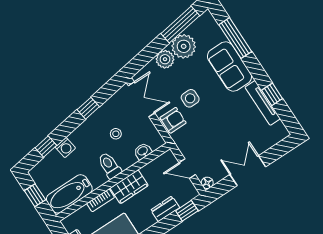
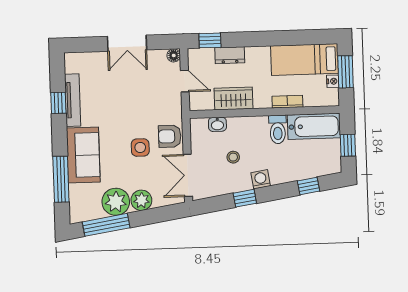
washing machine: (65, 148) -> (261, 179), moved
toilet: (109, 165) -> (278, 129), moved
wardrobe: (129, 187) -> (233, 98), moved

